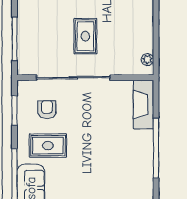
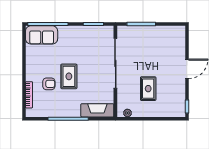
rug: (85, 36) -> (148, 89), moved, turned 90
armchair: (47, 110) -> (49, 84), moved
rug: (48, 146) -> (69, 76), moved

